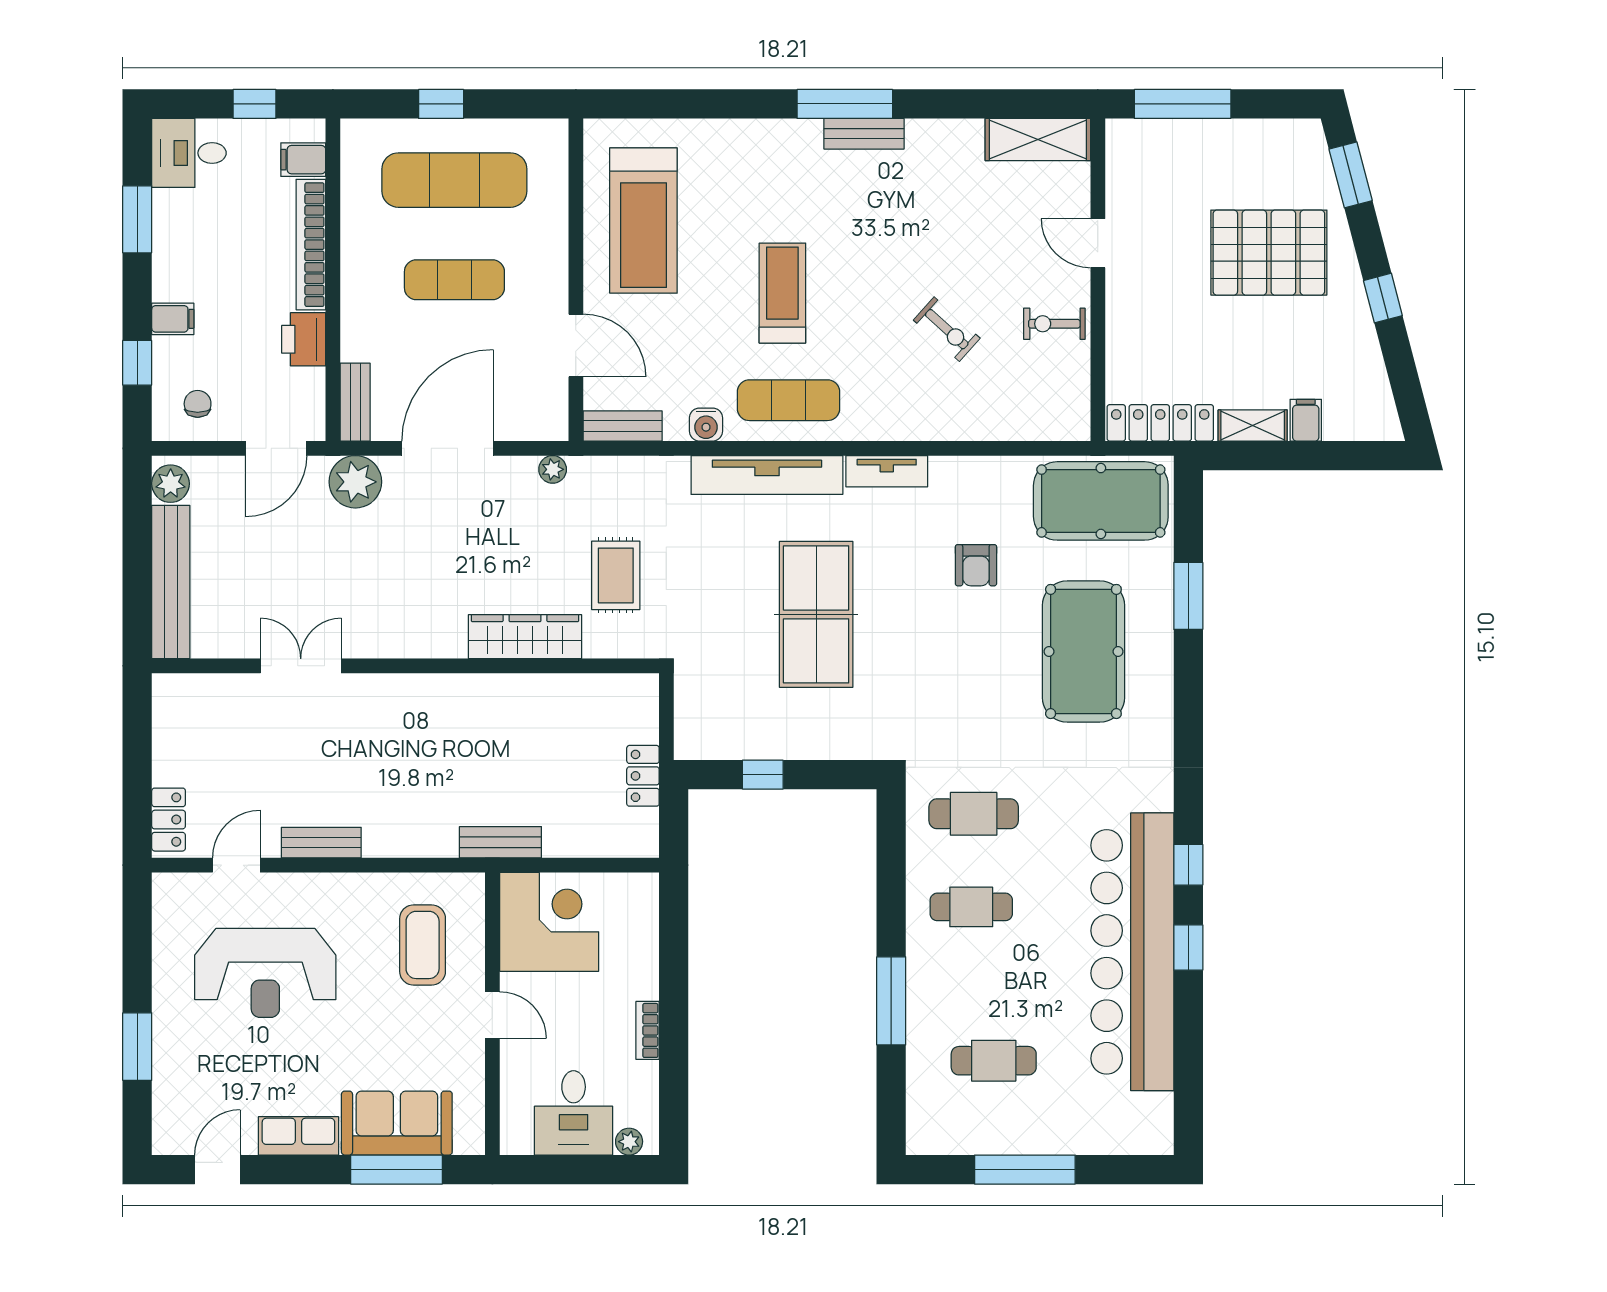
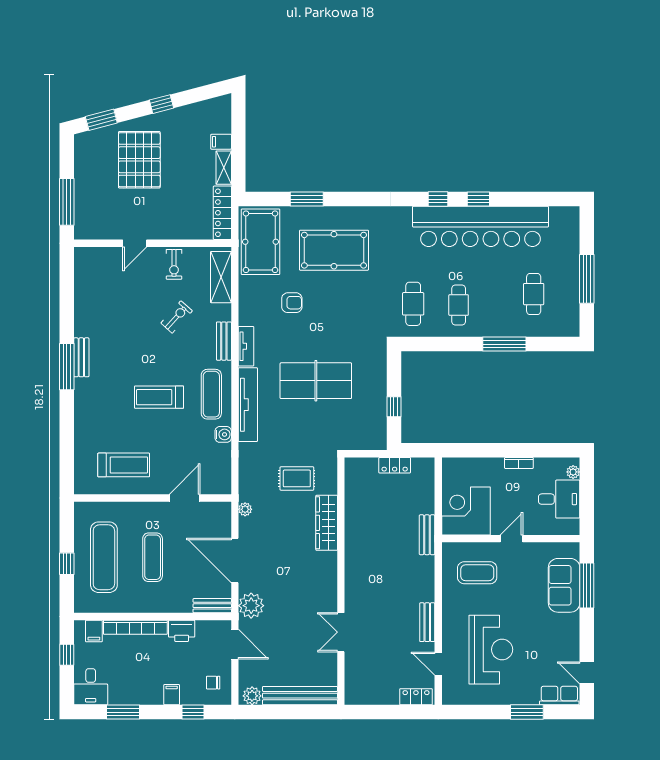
shelving: (1038, 140) -> (221, 277), moved
treadmill: (643, 221) -> (124, 465), width x0.73, depth x0.73
bench: (623, 426) -> (224, 341), moved
row of seats: (298, 1136) -> (559, 696), moved, turned 90

